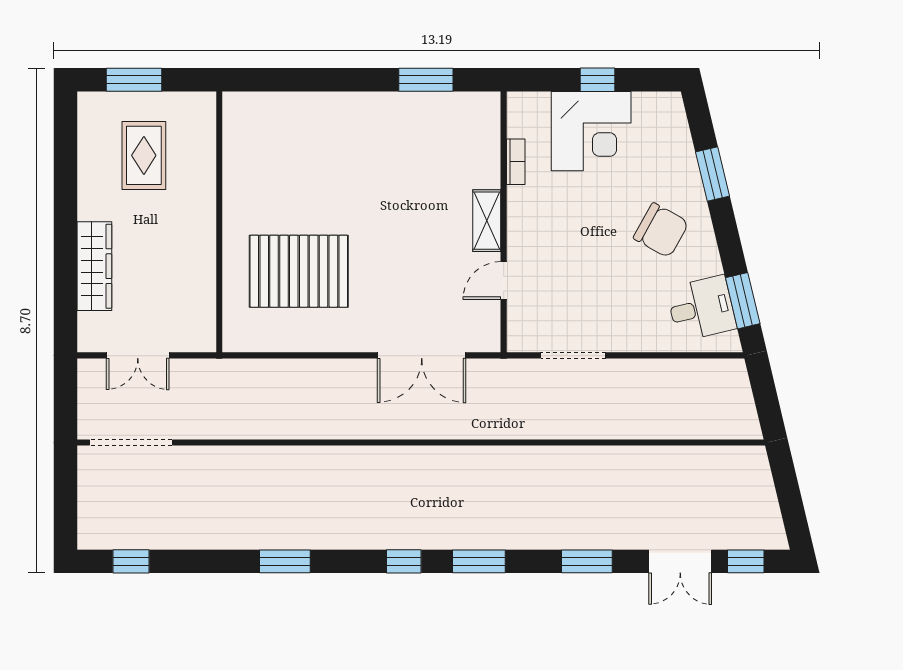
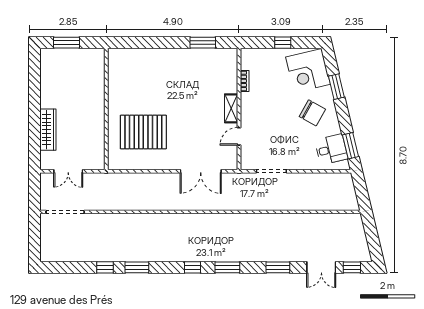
corner desk: (591, 131) -> (308, 71), moved, turned 77
rug: (144, 155) -> (71, 78), removed
window: (131, 561) -> (105, 267), moved

